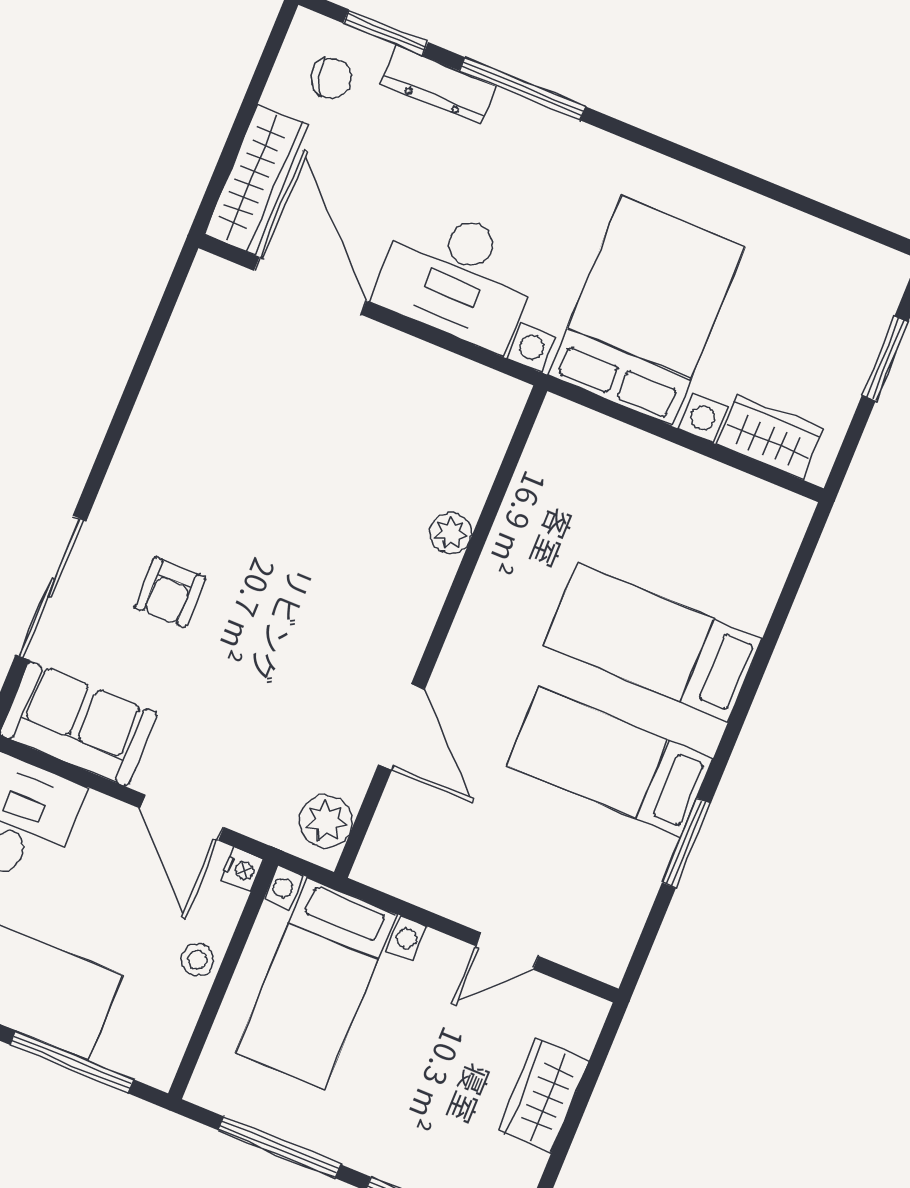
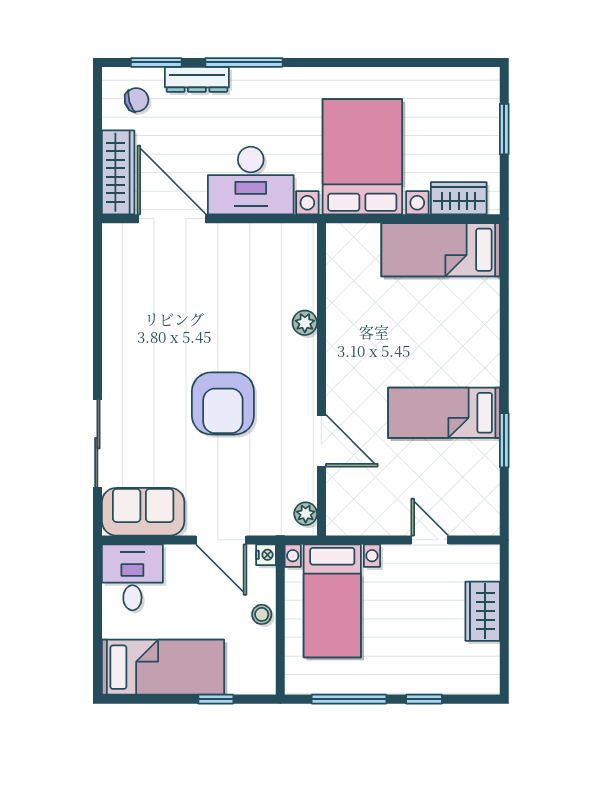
armchair: (170, 592) -> (223, 403), moved, width x1.88, depth x1.88
bed: (653, 642) -> (441, 250), moved
plant: (326, 821) -> (306, 514), width x0.73, depth x0.73
door: (507, 951) -> (430, 540), swing flipped
window: (72, 1062) -> (216, 699), width x0.46

